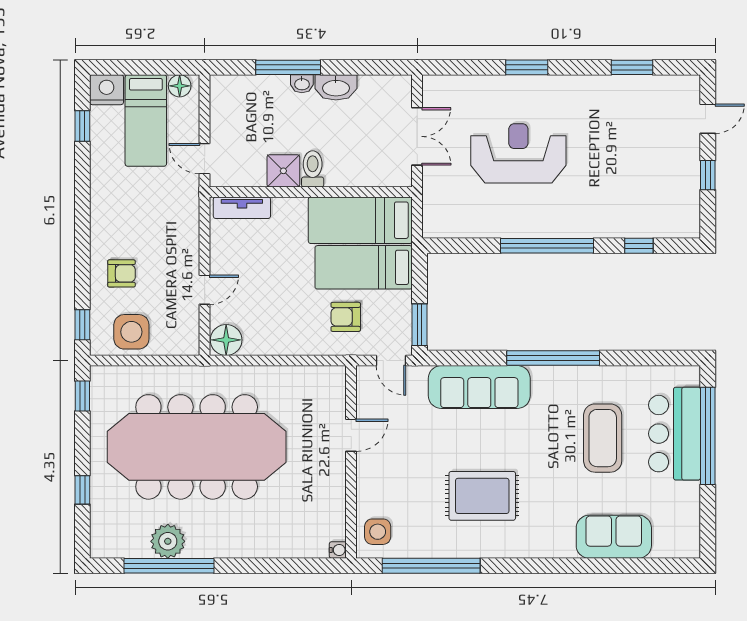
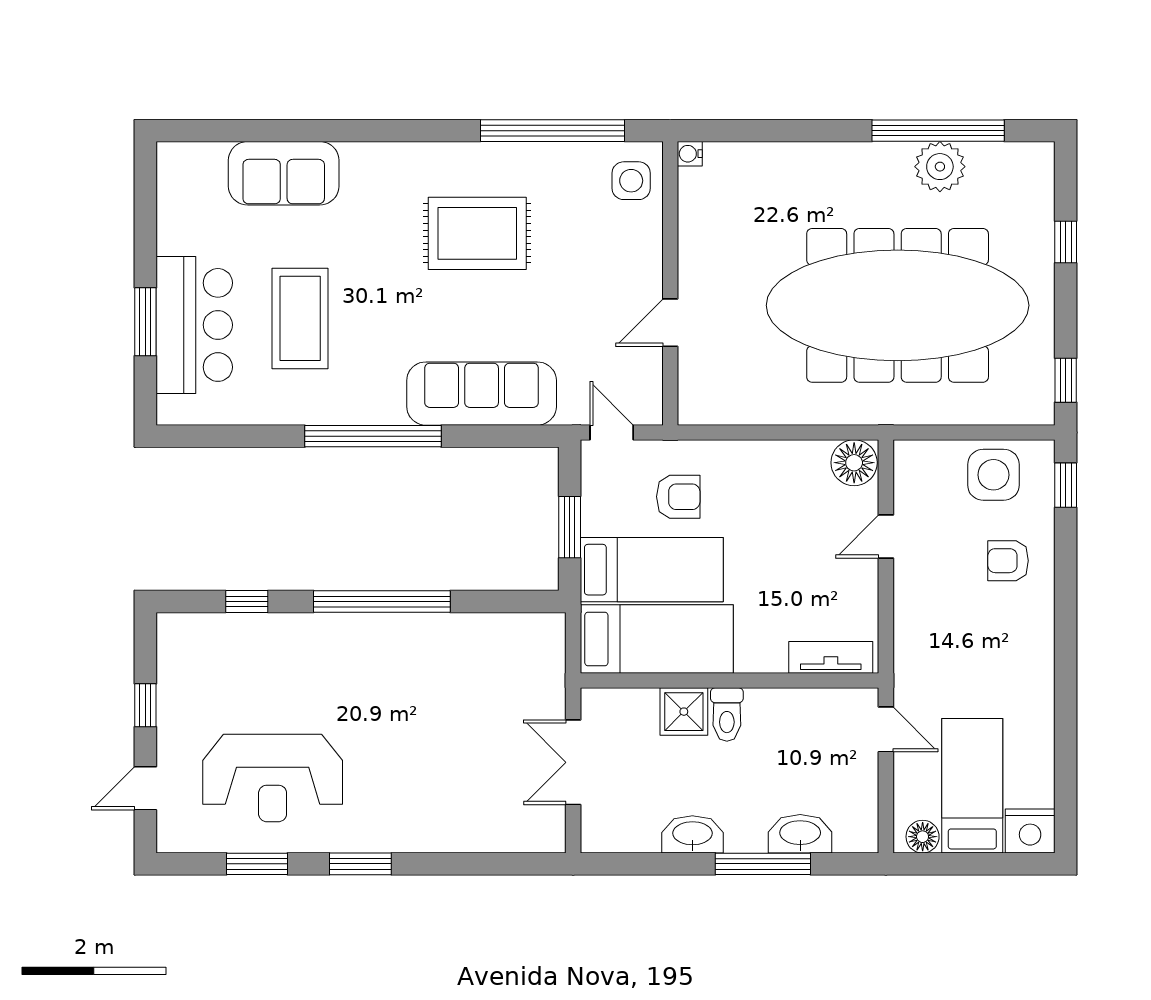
window: (527, 67) -> (360, 864), moved
washbasin: (302, 84) -> (800, 834), moved, width x1.91, depth x1.45
window: (82, 126) -> (1066, 778), removed
reception desk: (518, 153) -> (273, 778), moved
shower: (283, 171) -> (684, 712), moved
window: (420, 325) -> (570, 527), moved
window: (708, 436) -> (145, 322), width x0.47

